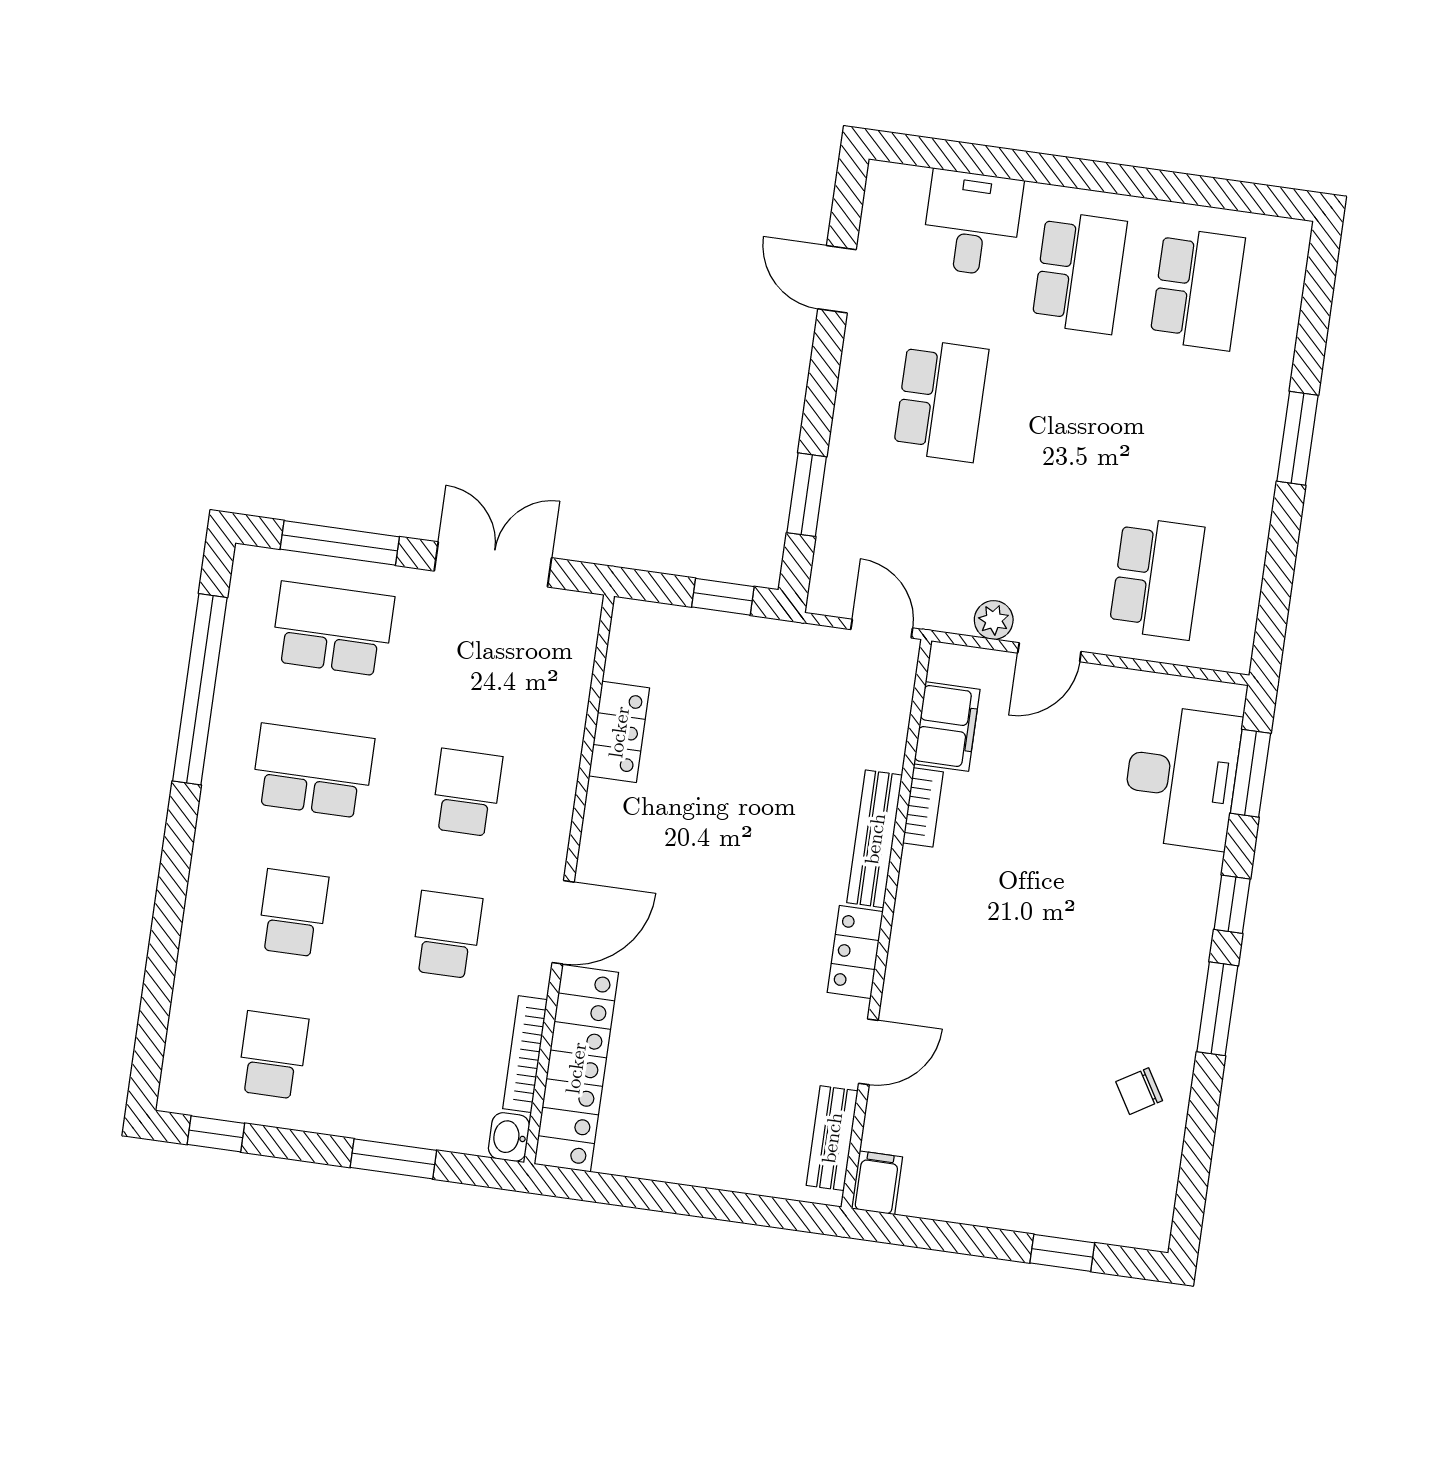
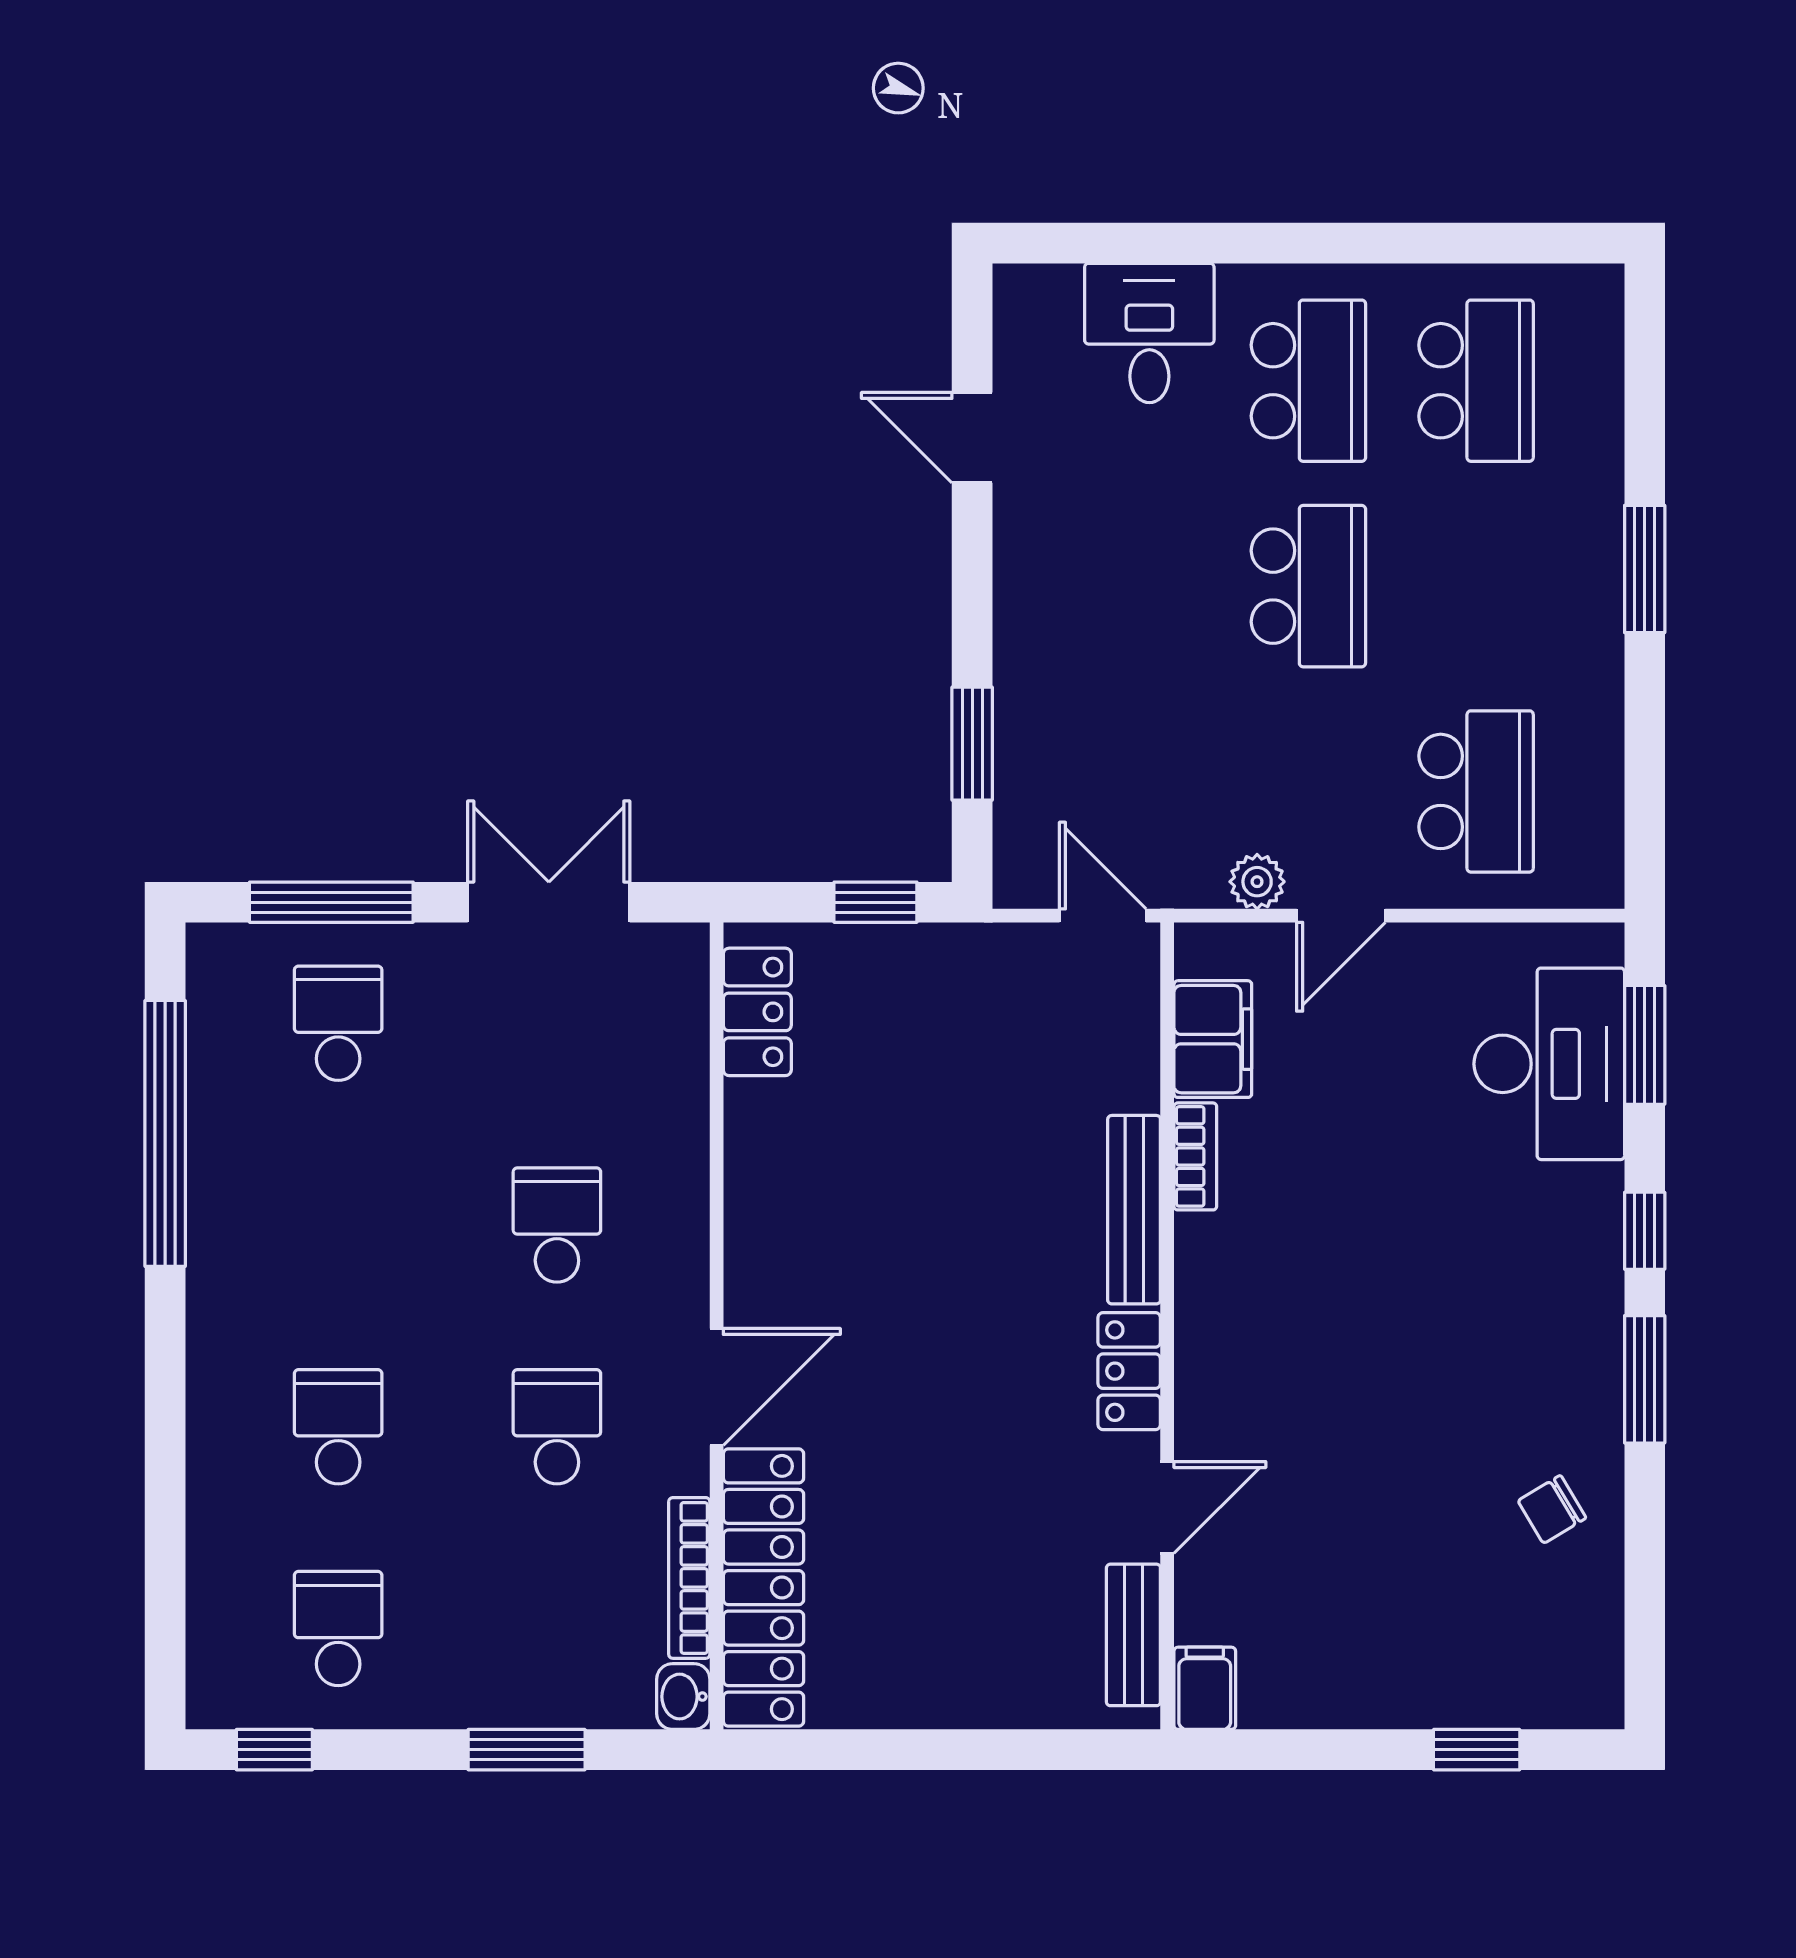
school desk: (941, 400) -> (1308, 586), moved
school desk: (333, 629) -> (338, 1023), width x0.54
locker: (619, 732) -> (757, 1012), moved
school desk: (313, 771) -> (338, 1225), removed

